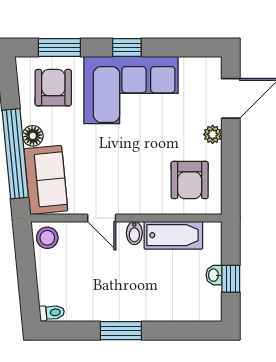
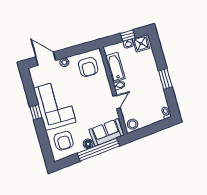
window: (59, 48) -> (45, 143), removed
armchair: (53, 88) -> (64, 141), turned -90
armchair: (190, 180) -> (88, 67), turned 90
shower: (207, 302) -> (141, 44), added

